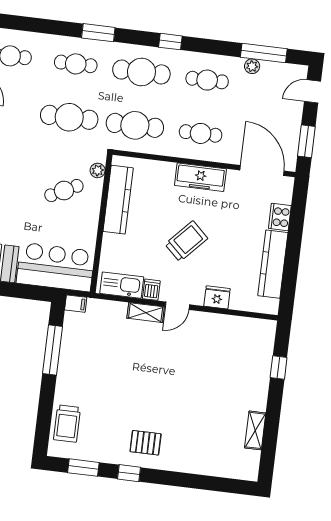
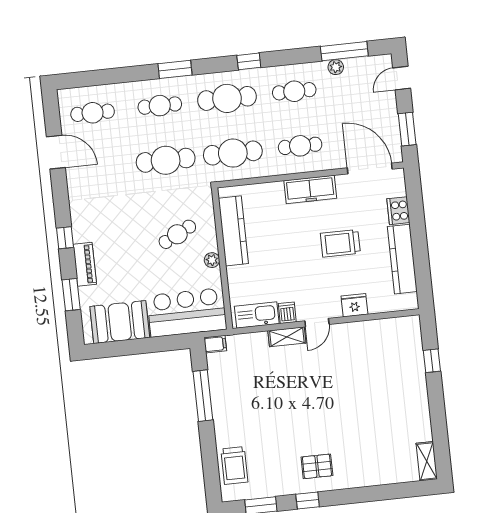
plant: (98, 170) -> (212, 260), moved
trolley: (186, 241) -> (340, 243), moved, turned -133
shelving: (255, 430) -> (427, 461), moved

